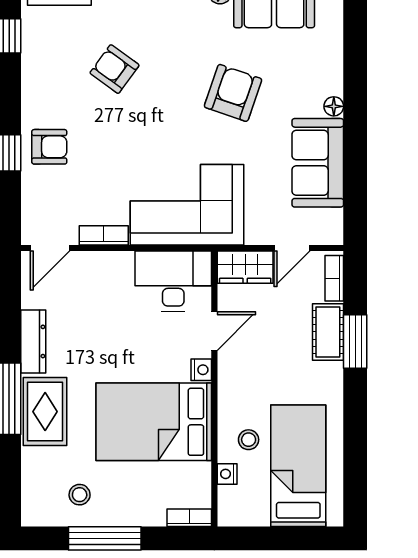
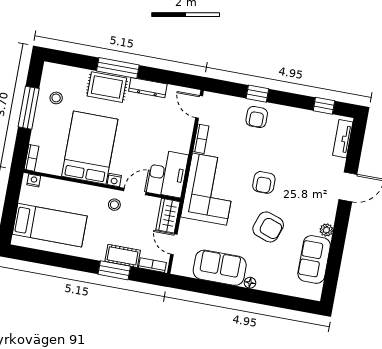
armchair: (114, 69) -> (264, 182), moved, turned 144
door: (214, 331) -> (135, 192), swing flipped
stool: (249, 440) -> (114, 205), moved
nightstand: (227, 474) -> (34, 180), moved

